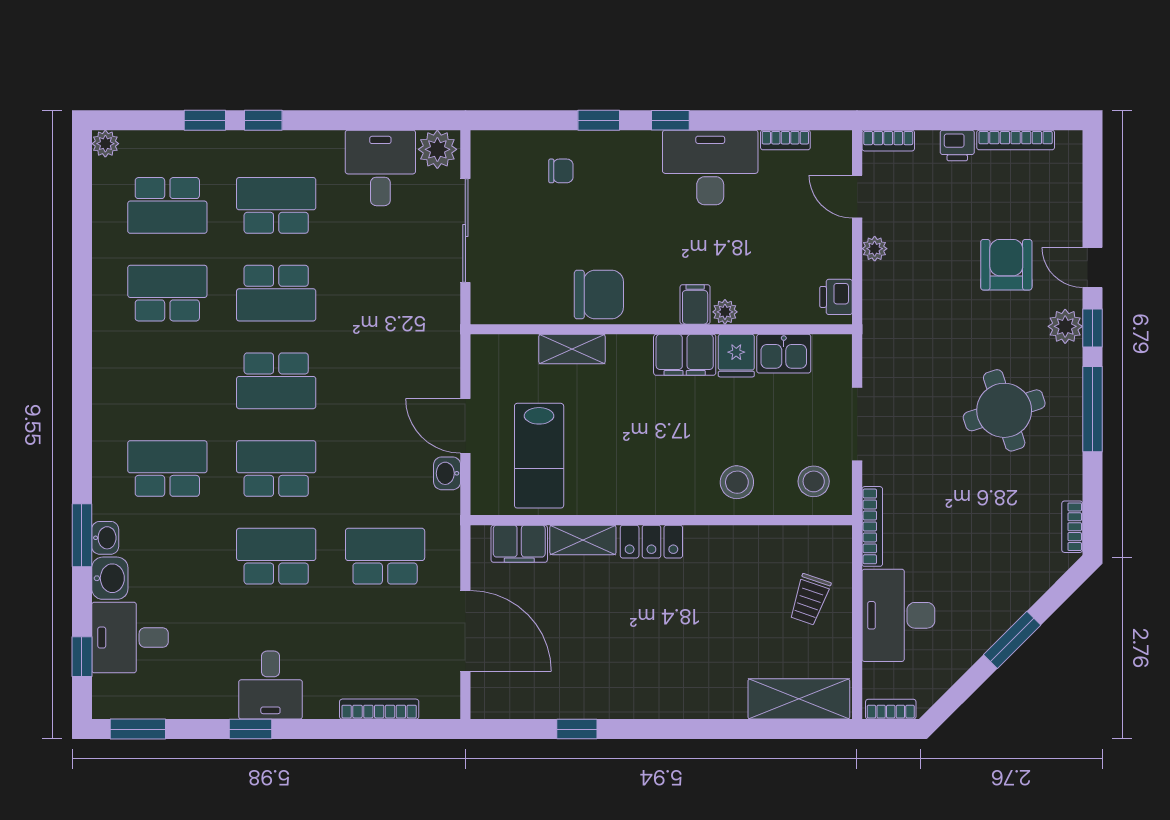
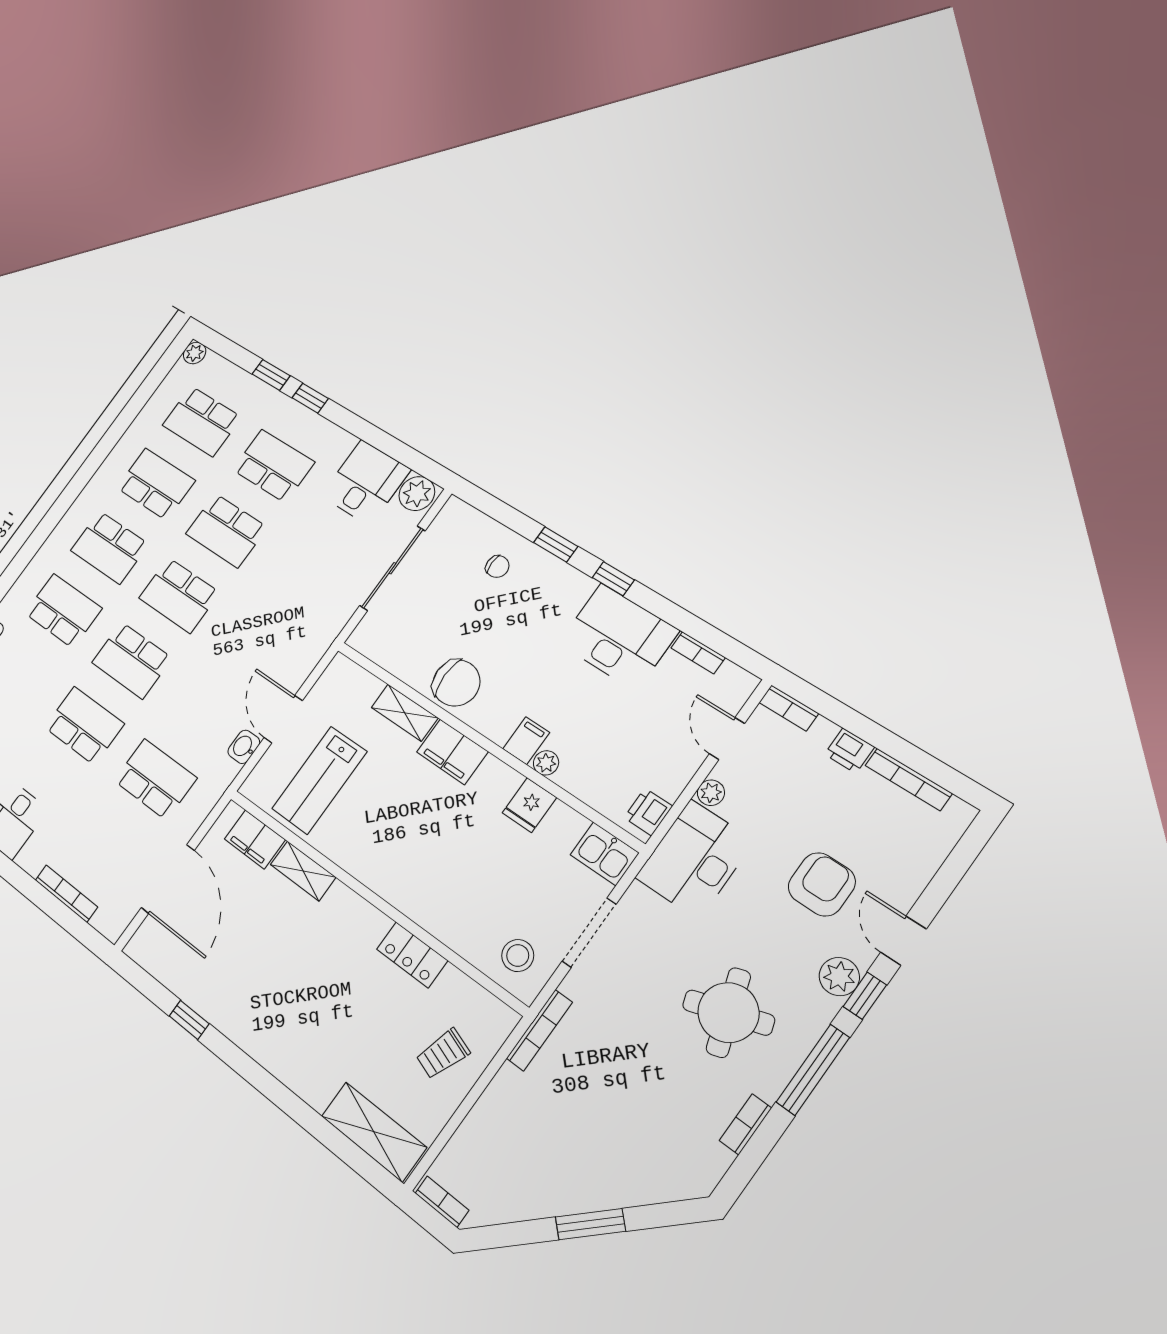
kitchen sink: (784, 354) -> (605, 854), moved
filing cabinet: (685, 355) -> (452, 752), moved
school desk: (167, 381) -> (110, 547), added
school desk: (276, 469) -> (132, 660), turned 180
stool: (737, 482) -> (455, 911), removed
bookcase: (1072, 527) -> (746, 1124), moved
locker: (651, 542) -> (412, 955), moved
desk: (898, 615) -> (695, 859), moved

